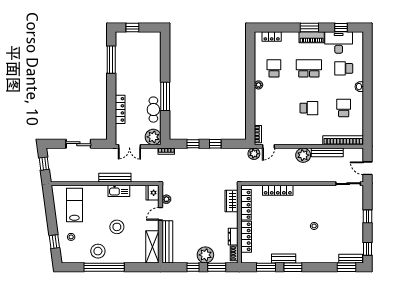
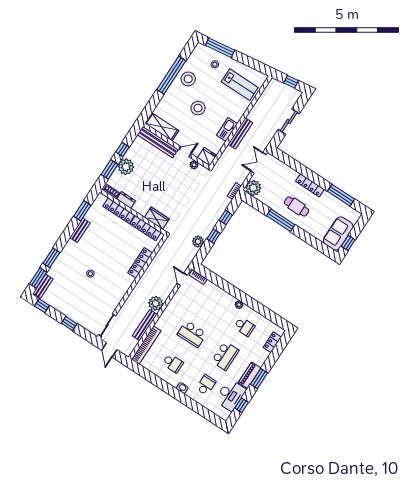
window: (132, 28) -> (348, 243), moved
sofa: (145, 41) -> (338, 233), added
school desk: (309, 108) -> (192, 334), width x1.85
locker: (120, 109) -> (310, 185), moved
cafe table: (153, 110) -> (297, 206), moved
plant: (254, 154) -> (198, 242), moved
door: (367, 168) -> (109, 350), swing flipped
door: (160, 214) -> (185, 152), hinge flipped
window: (54, 242) -> (220, 48), width x2.17
window: (293, 267) -> (51, 258), moved

